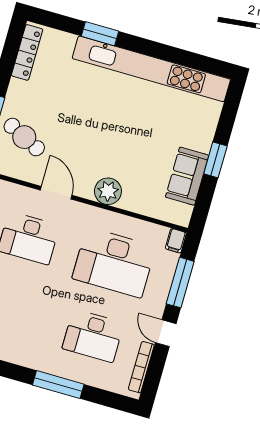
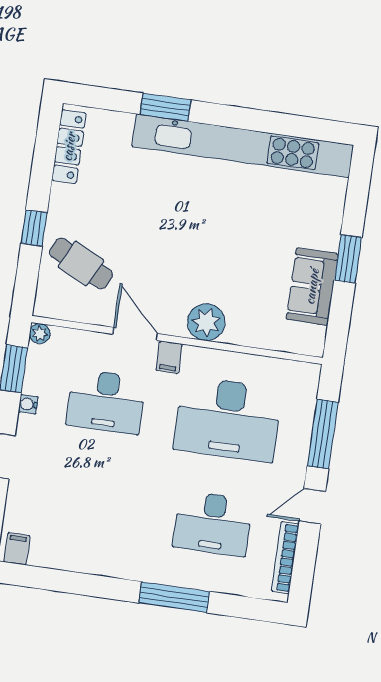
filing cabinet: (176, 241) -> (169, 357), moved
door: (166, 333) -> (312, 506), hinge flipped

